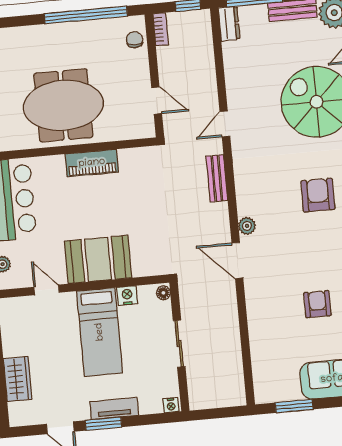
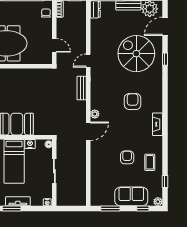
piano: (92, 163) -> (18, 74), removed
door: (237, 260) -> (88, 131), swing flipped

